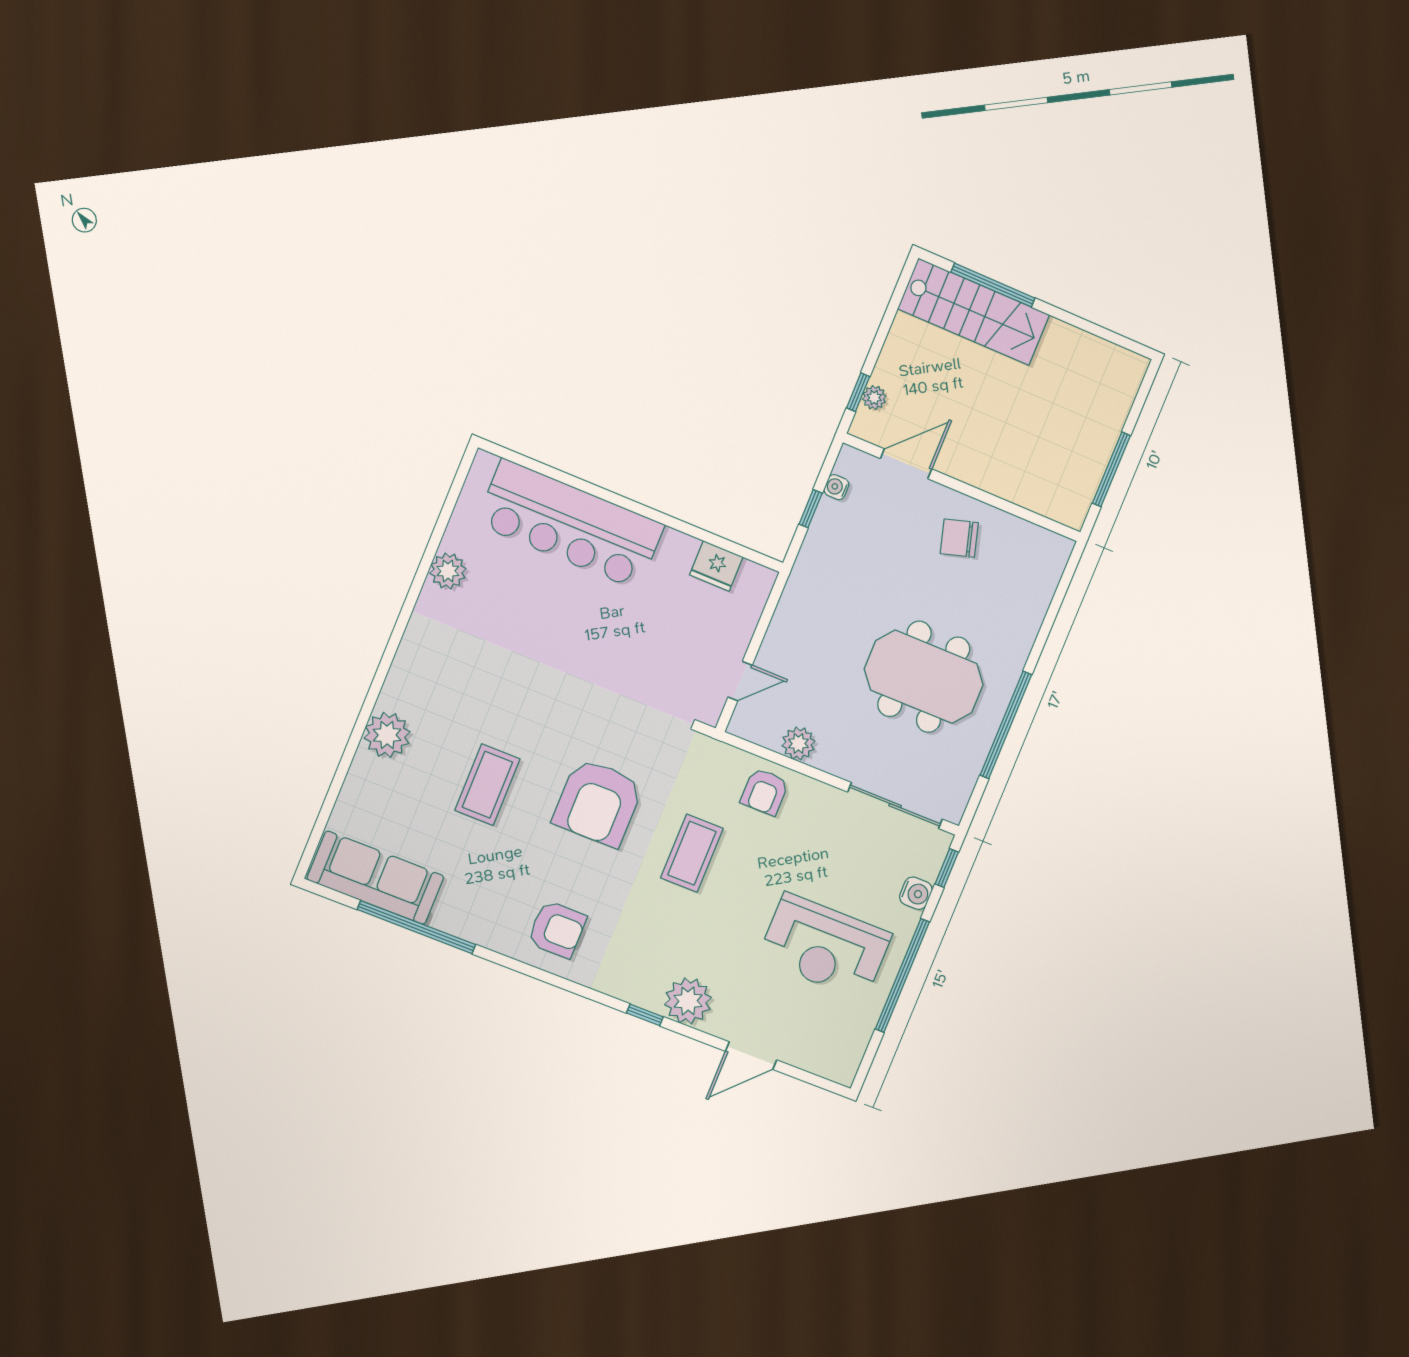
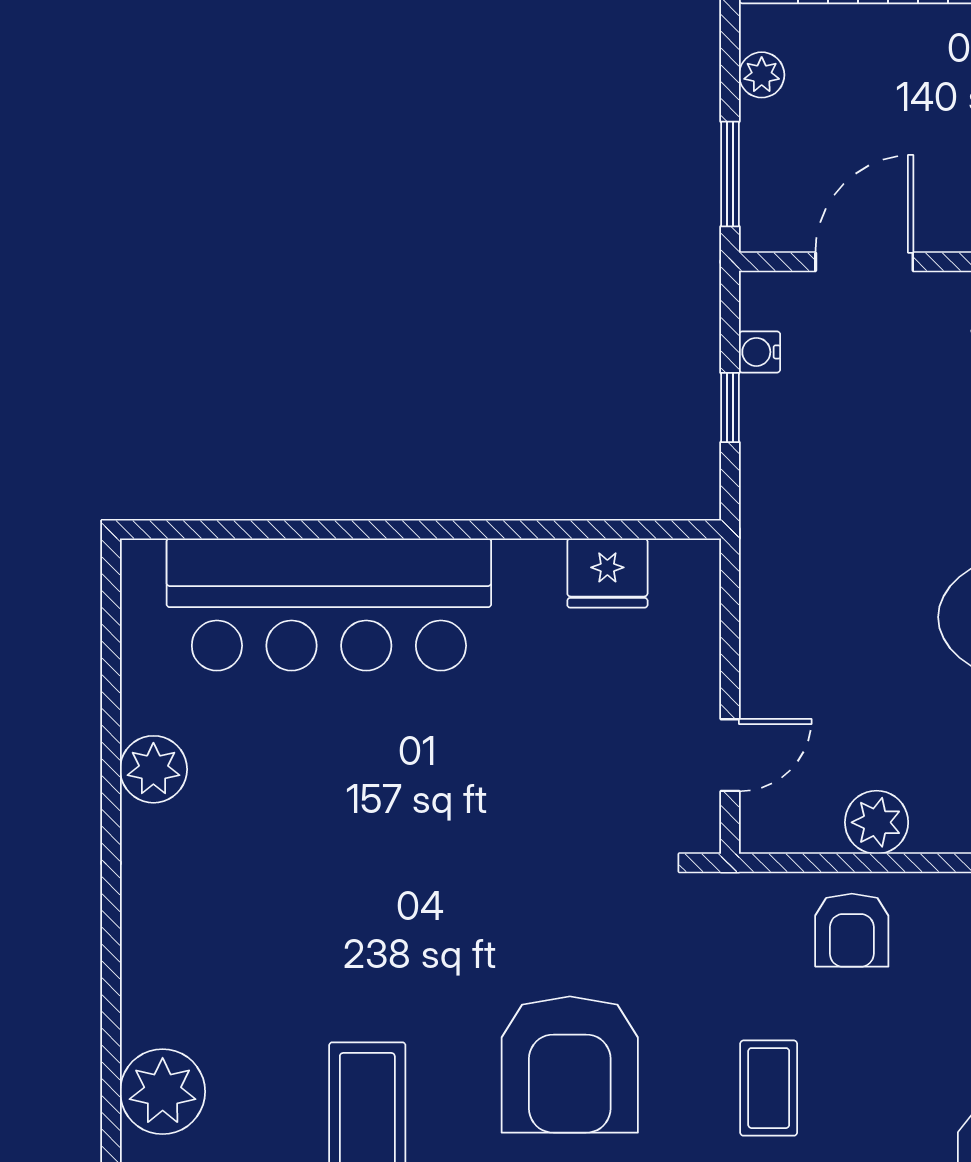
window: (858, 392) -> (730, 174), width x1.50
plant: (874, 398) -> (762, 75), moved
coffee table: (692, 853) -> (769, 1088), width x0.73, depth x0.77

